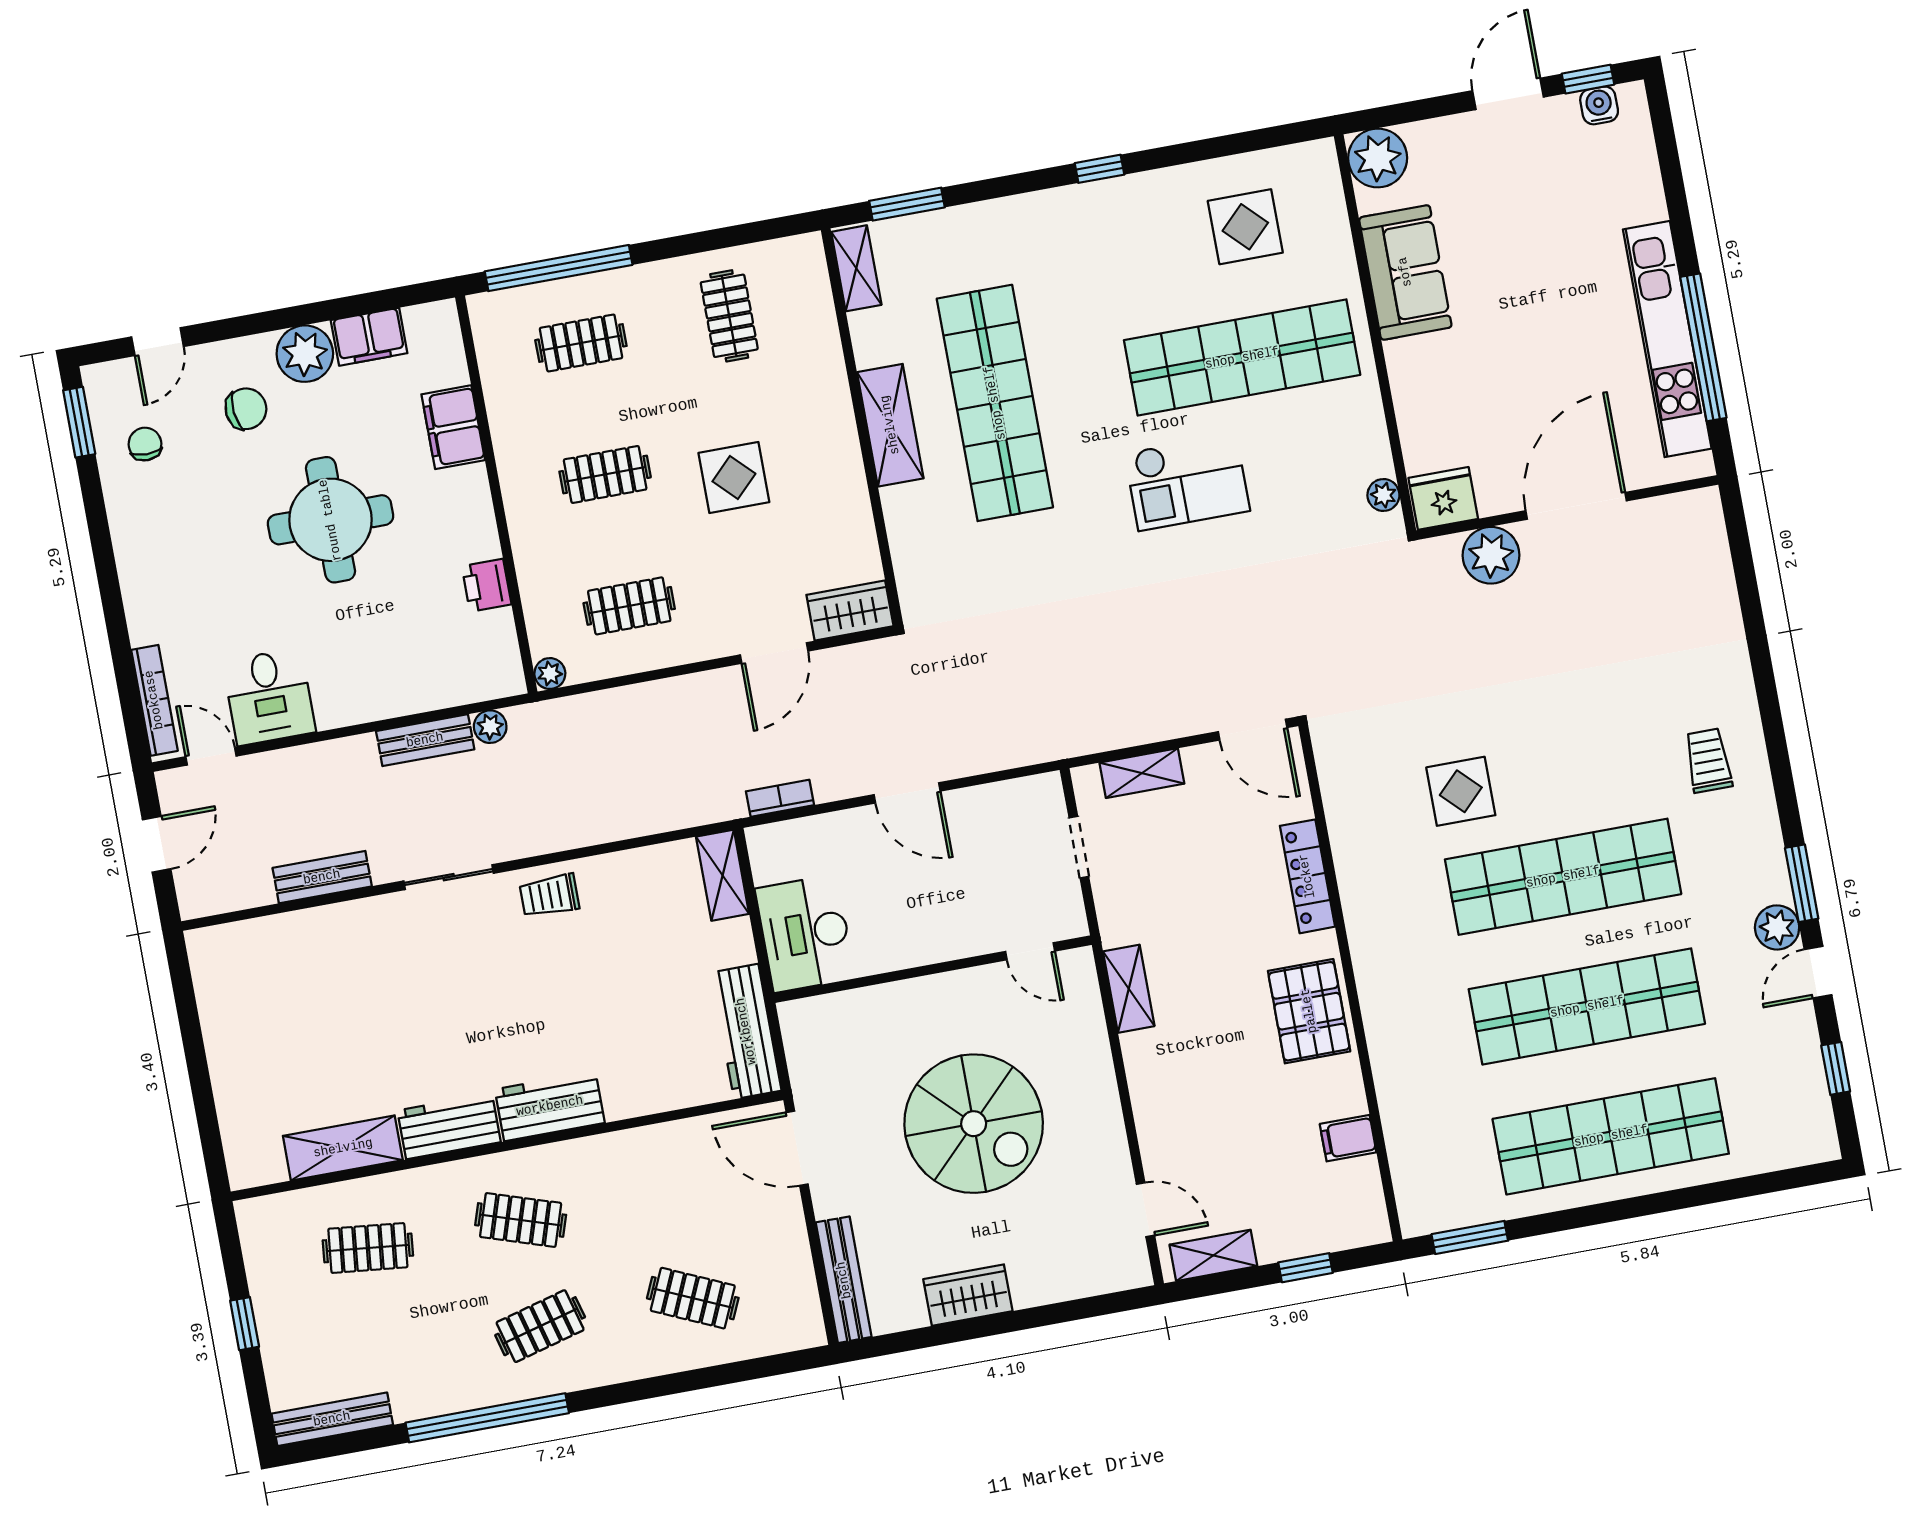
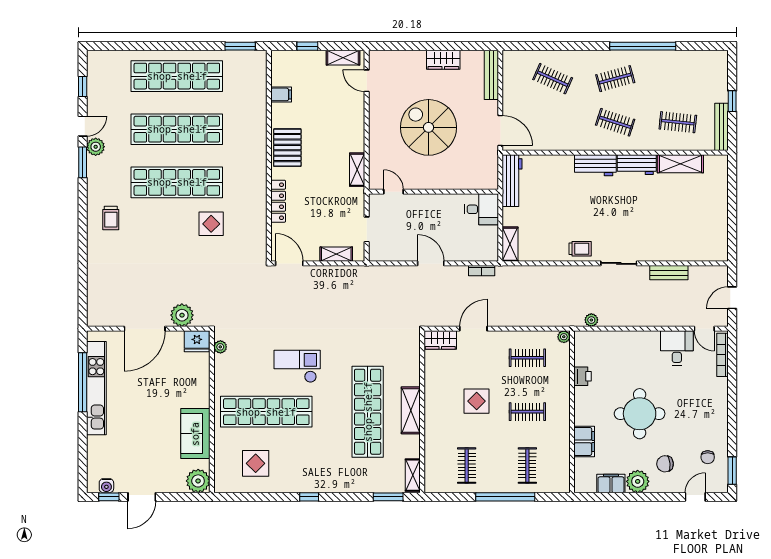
window: (559, 268) -> (505, 497), moved
clothes rail: (581, 343) -> (527, 466), turned 90
bench: (425, 740) -> (618, 319), removed
desk: (805, 933) -> (481, 209), width x0.73
bench: (332, 1419) -> (721, 127), moved, turned 90

